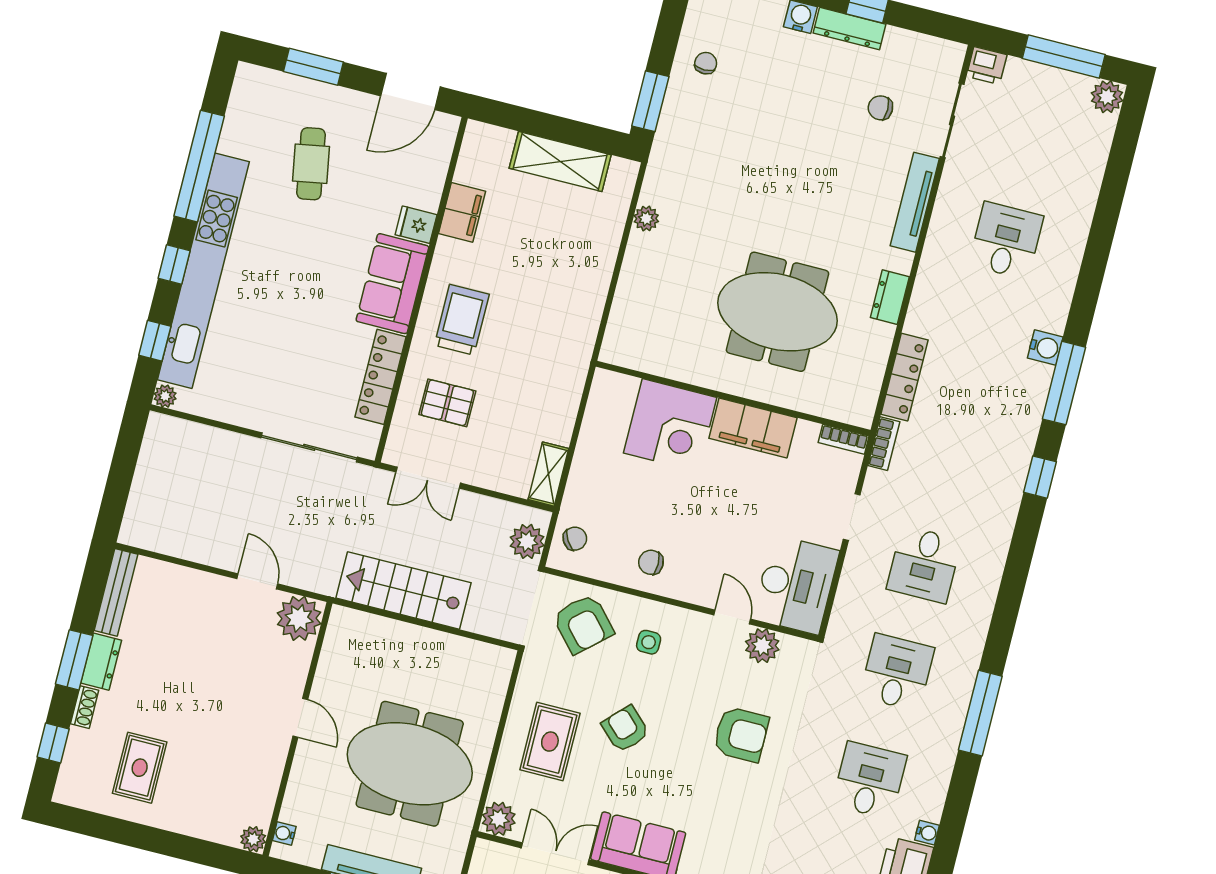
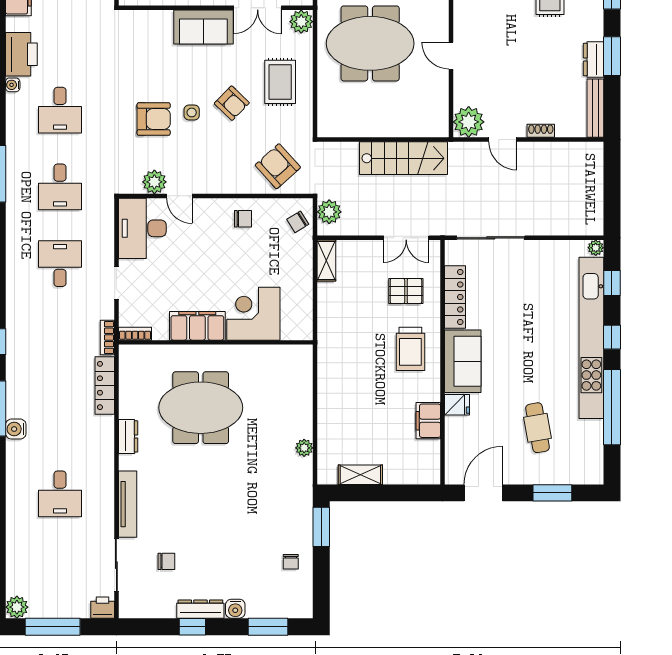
shelving: (560, 161) -> (360, 475), width x0.67, depth x0.75
double door: (428, 478) -> (406, 238), swing flipped
side table: (649, 642) -> (192, 112), moved
shoe rack: (85, 707) -> (541, 131), moved, turned 90
armchair: (741, 734) -> (154, 119), turned 180

